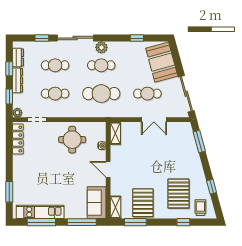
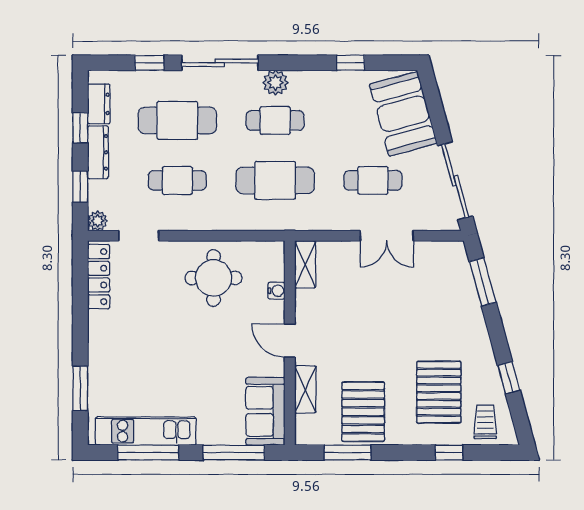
cafe table: (55, 65) -> (177, 120), width x1.37, depth x1.35
shelving: (115, 207) -> (305, 389), moved

